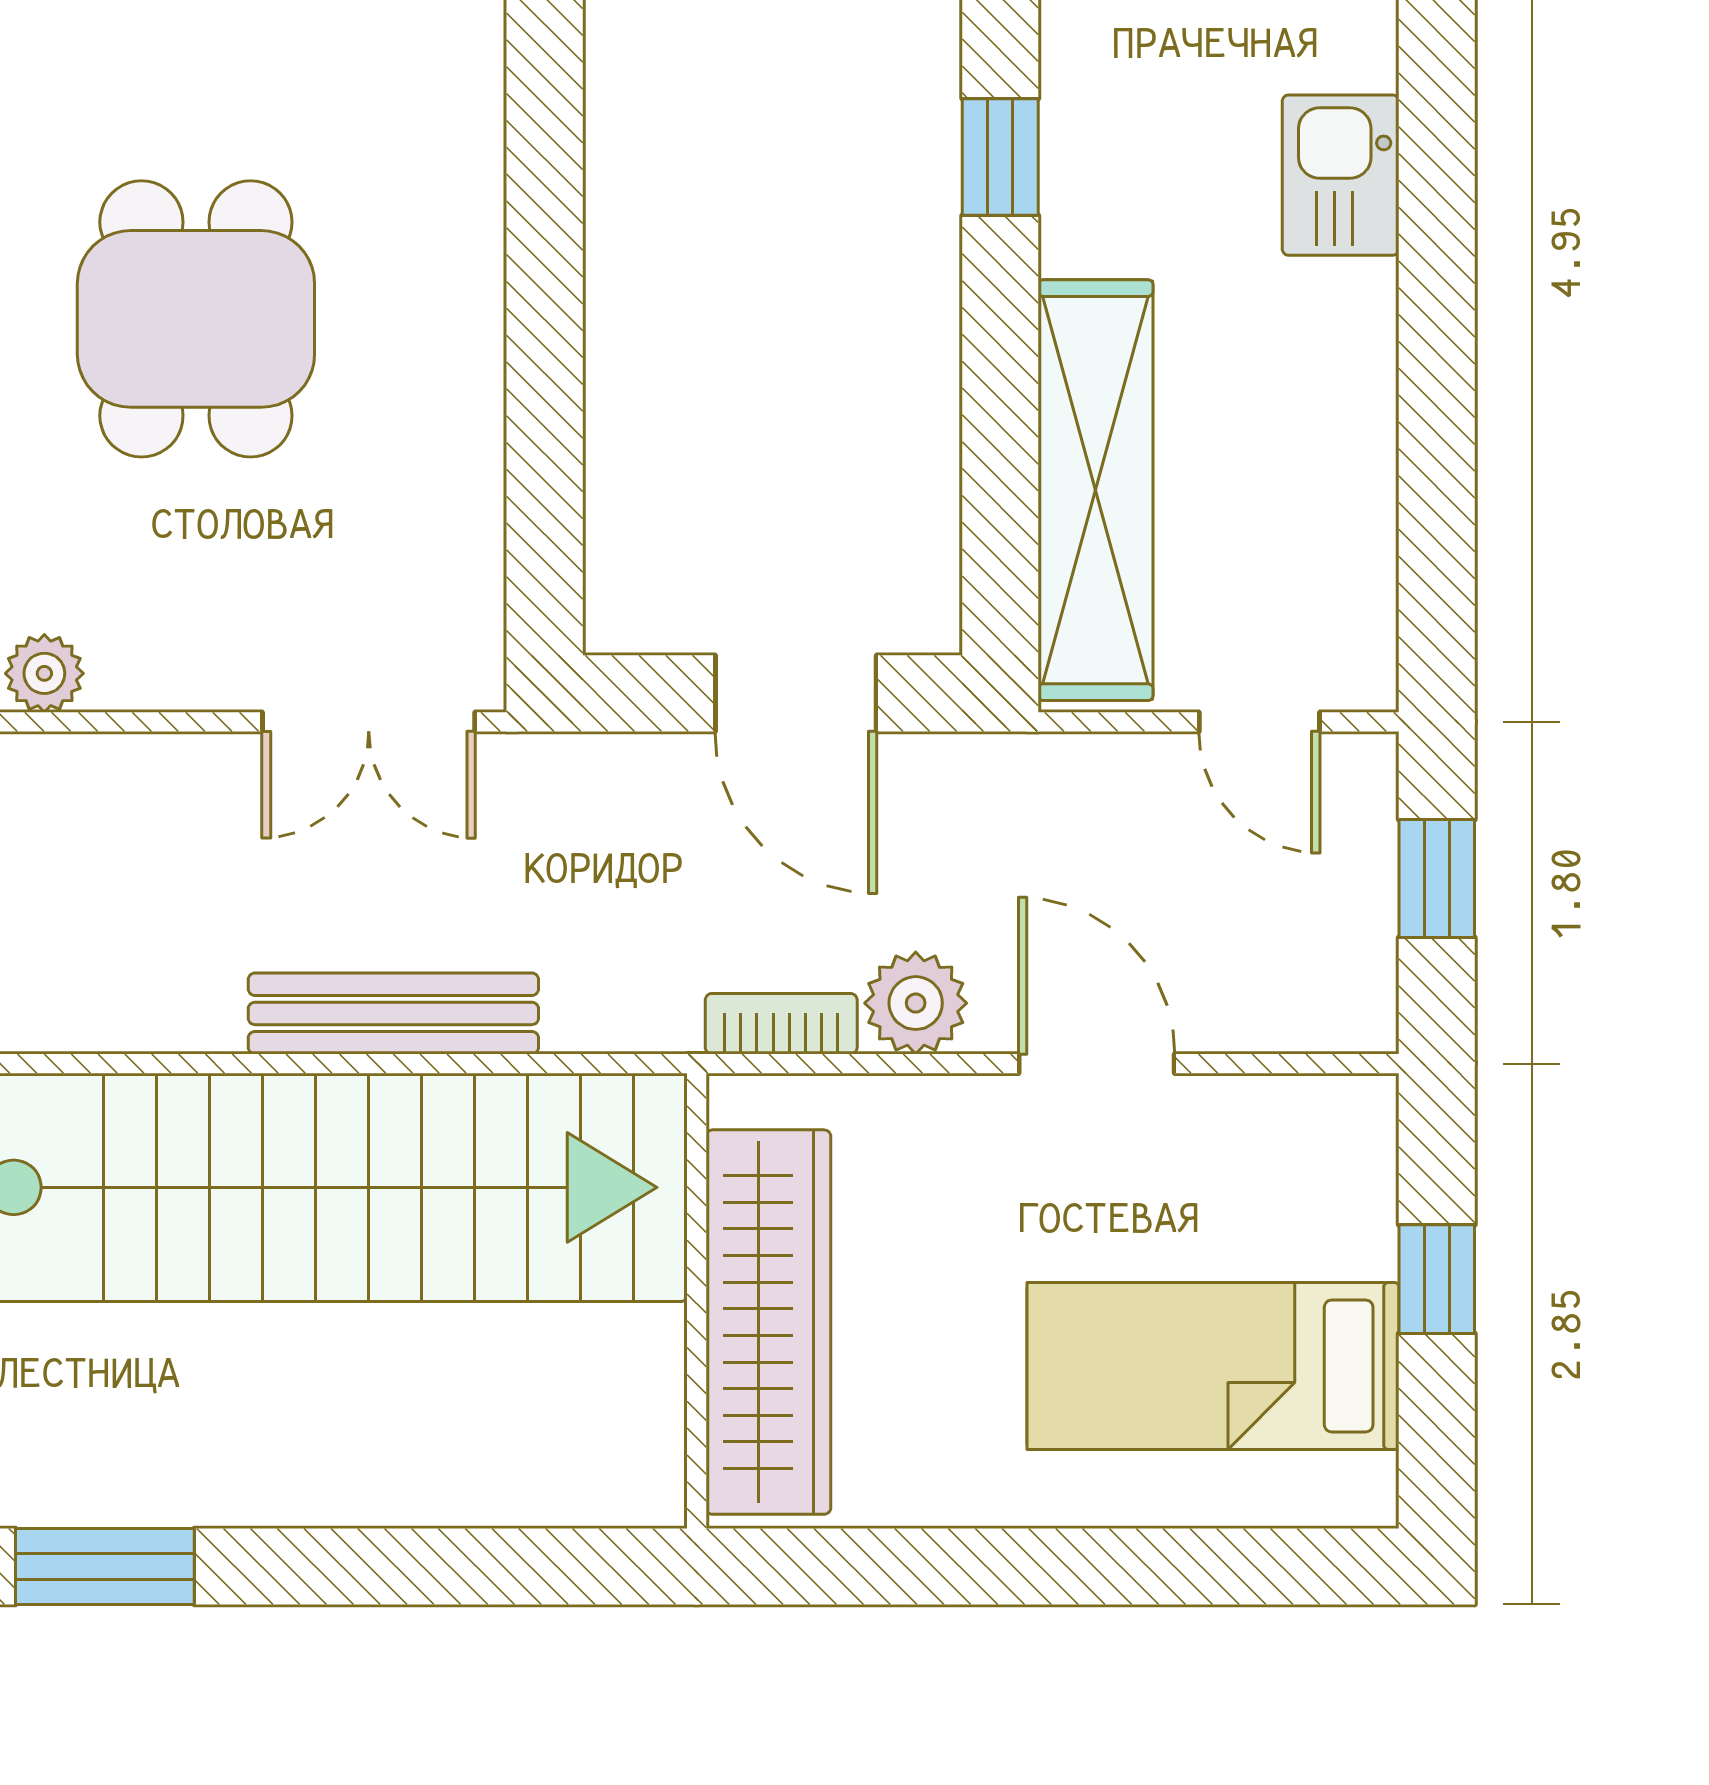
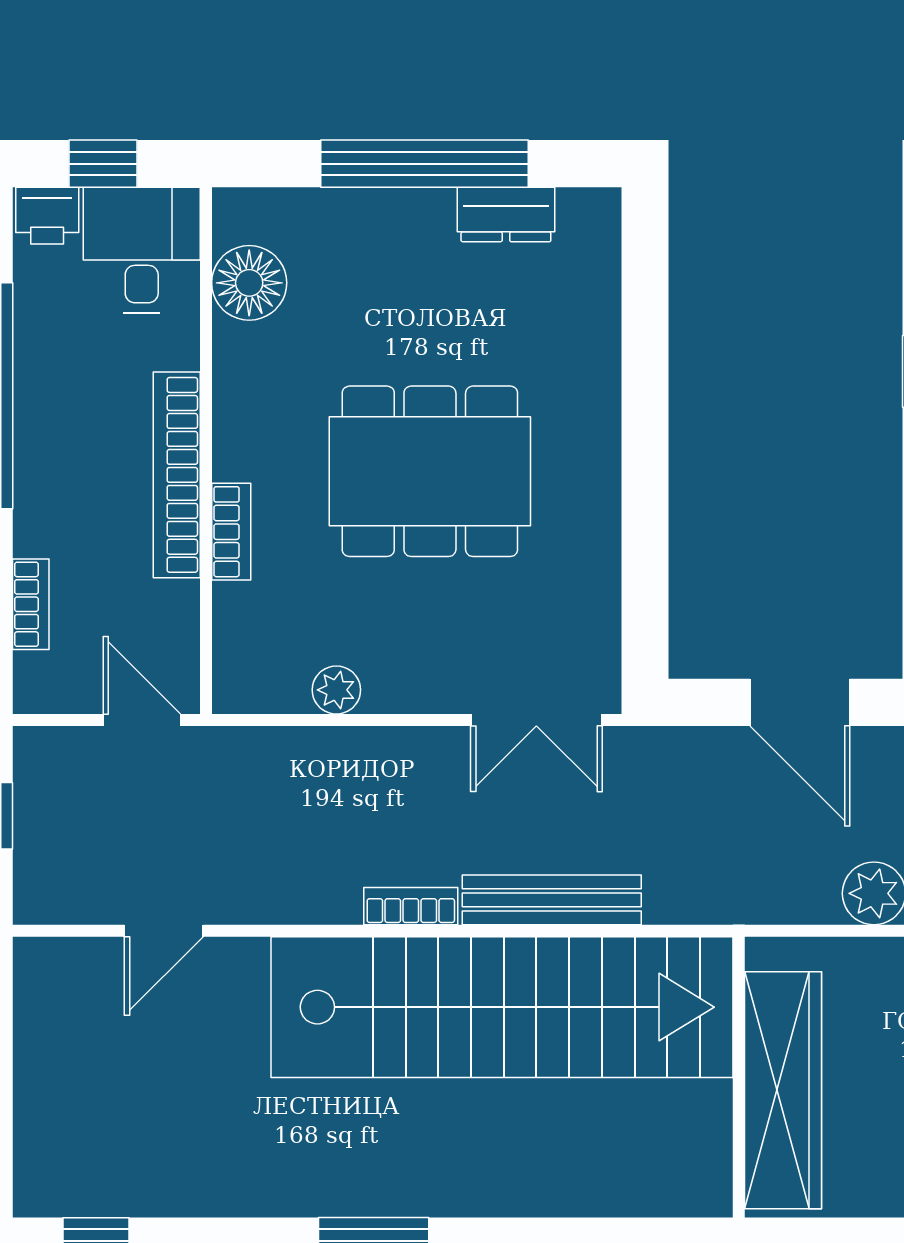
dining table: (196, 319) -> (430, 471), width x1.38
bookcase: (781, 1024) -> (411, 906), moved

